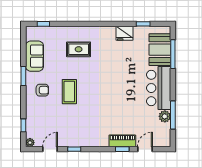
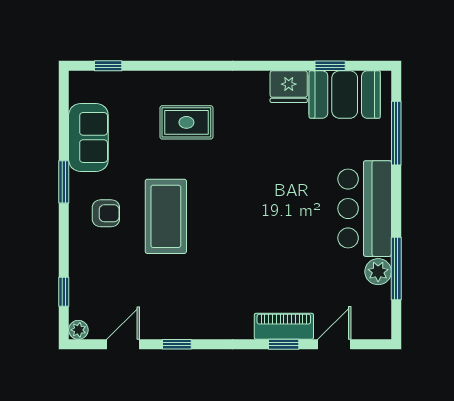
booth: (160, 50) -> (345, 95), moved, turned 90
coffee table: (69, 92) -> (166, 216), width x1.36, depth x1.32

